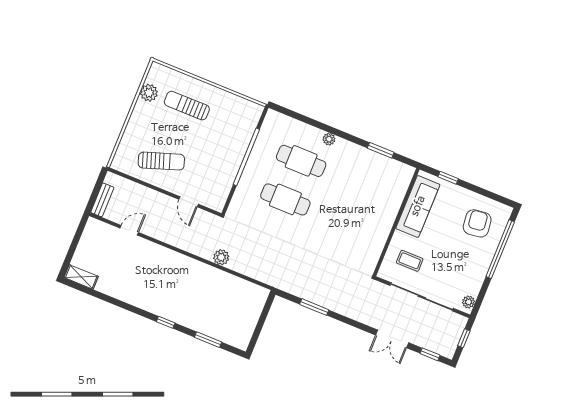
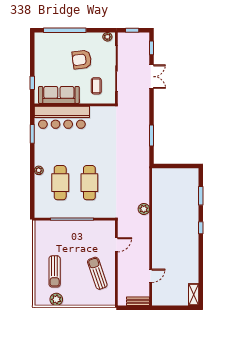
bar counter: (387, 198) -> (62, 117), added
armchair: (477, 223) -> (82, 60), moved
door: (129, 230) -> (151, 276), swing flipped

